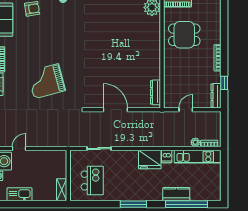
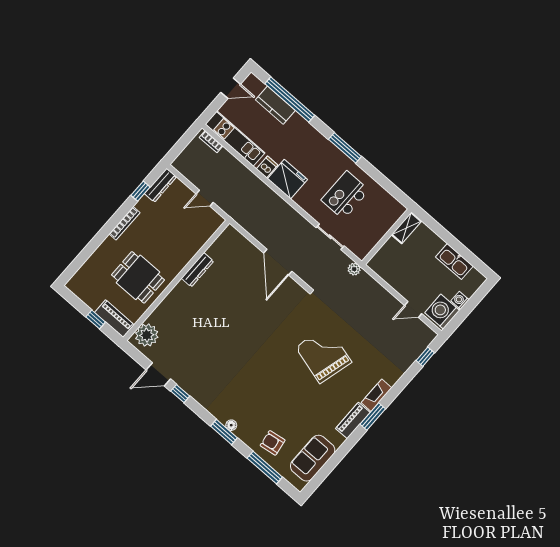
grand piano: (46, 81) -> (324, 355), turned -150
dresser: (156, 92) -> (197, 270), moved
plant: (195, 142) -> (354, 269), moved
kitchen island: (92, 181) -> (345, 195), moved
door: (224, 182) -> (231, 88), added
kitchen counter: (176, 194) -> (275, 105), moved

